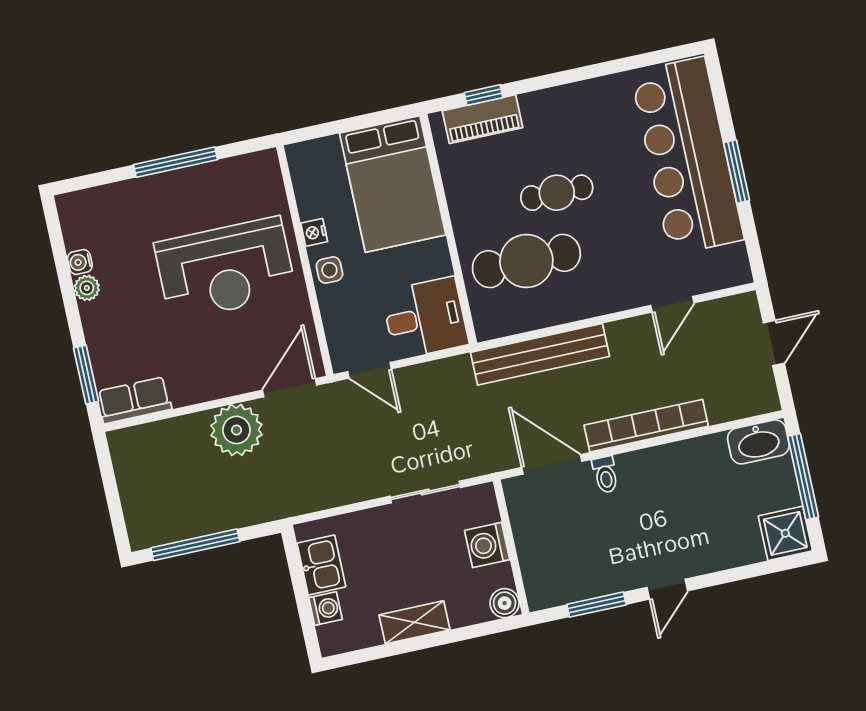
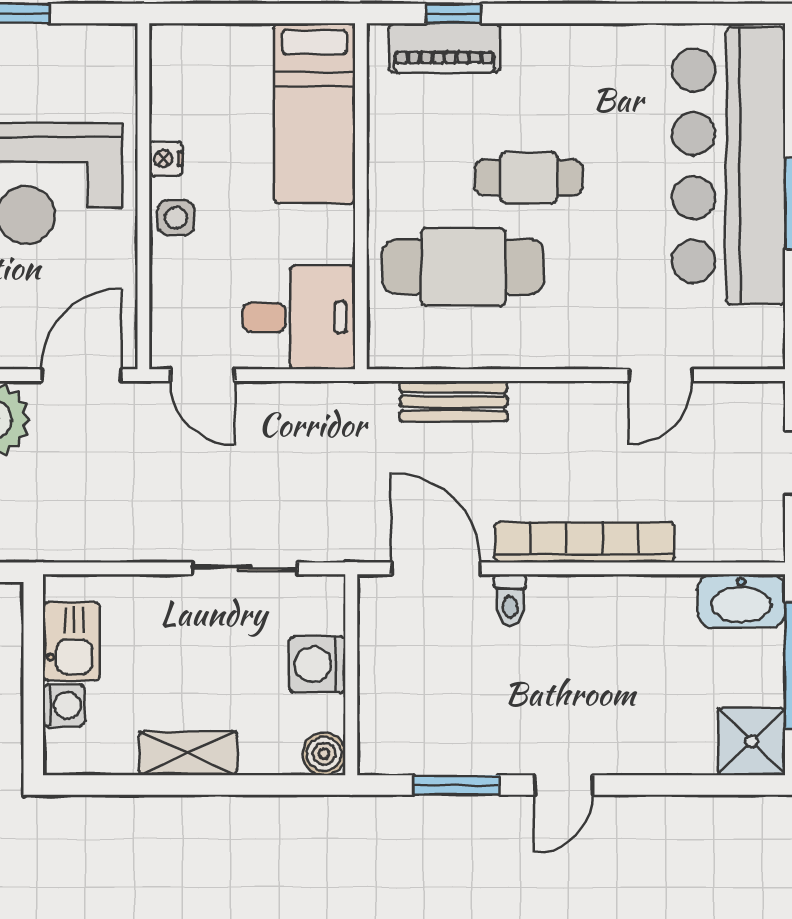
bed: (393, 184) -> (315, 113), width x0.67
bench: (540, 354) -> (454, 401), width x0.54, depth x0.82

